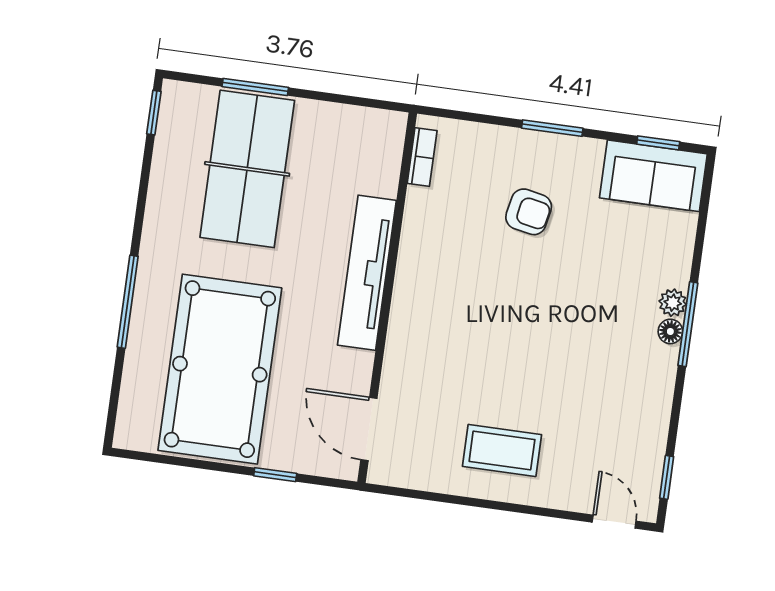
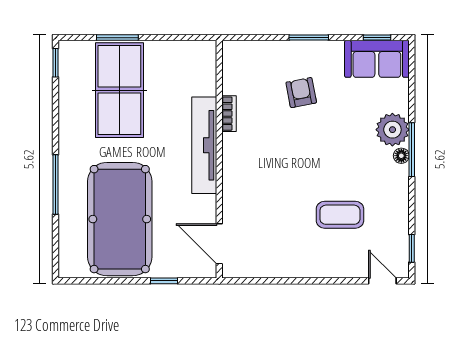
bookcase: (422, 157) -> (229, 114), moved
armchair: (529, 212) -> (301, 93), turned -112
plant: (673, 303) -> (392, 130), width x1.87, depth x1.87
coffee table: (502, 450) -> (340, 215), moved

